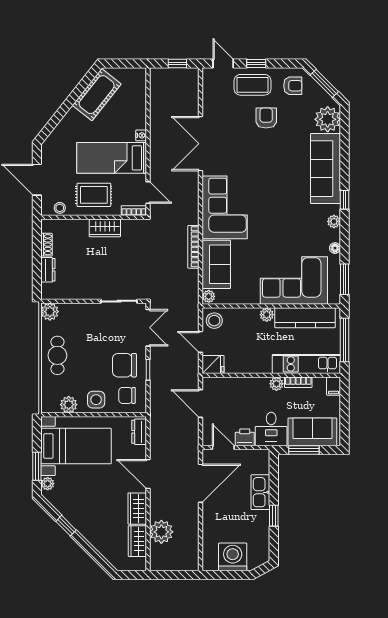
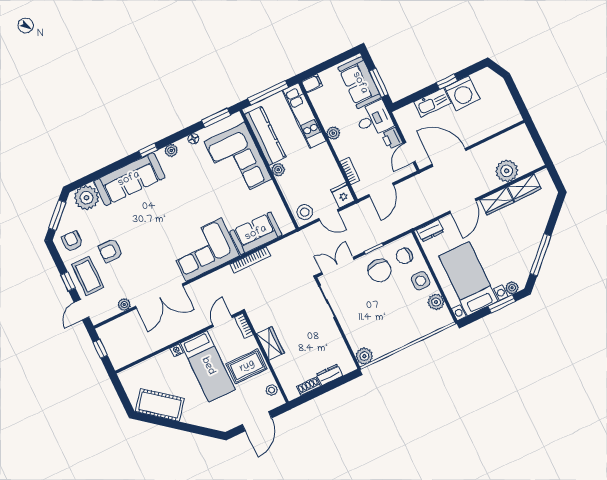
rug: (94, 195) -> (247, 366), turned 90
plant: (209, 296) -> (124, 304), moved
door: (201, 342) -> (329, 215), hinge flipped
cafe table: (57, 355) -> (399, 332), removed
bookcase: (298, 382) -> (350, 171), moved
chair: (127, 395) -> (404, 256), turned 90
window: (66, 526) -> (540, 255), width x2.17
washing machine: (233, 557) -> (462, 93), moved, turned -90

